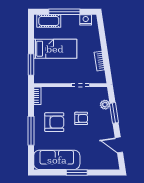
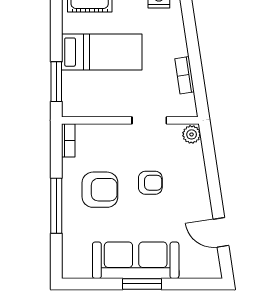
plant: (105, 105) -> (192, 134), moved
window: (114, 113) -> (212, 172), removed
sofa: (57, 160) -> (136, 260), moved

